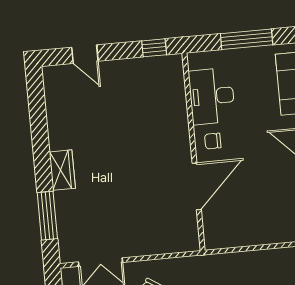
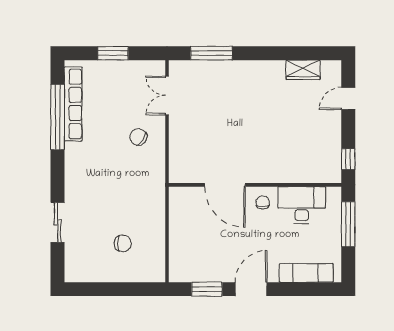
window: (247, 39) -> (348, 224), moved
wardrobe: (62, 170) -> (303, 70), moved

